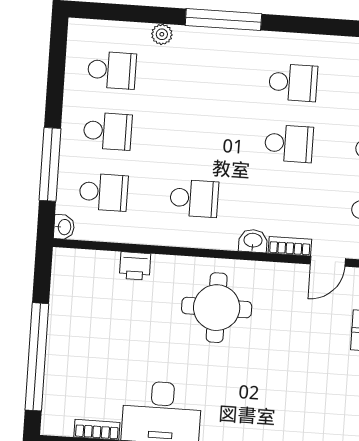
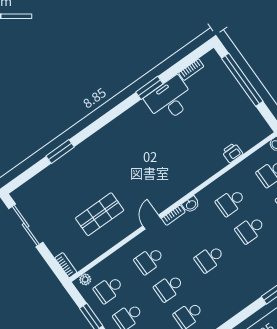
school desk: (293, 83) -> (250, 229), moved
round table: (217, 308) -> (183, 163), removed

